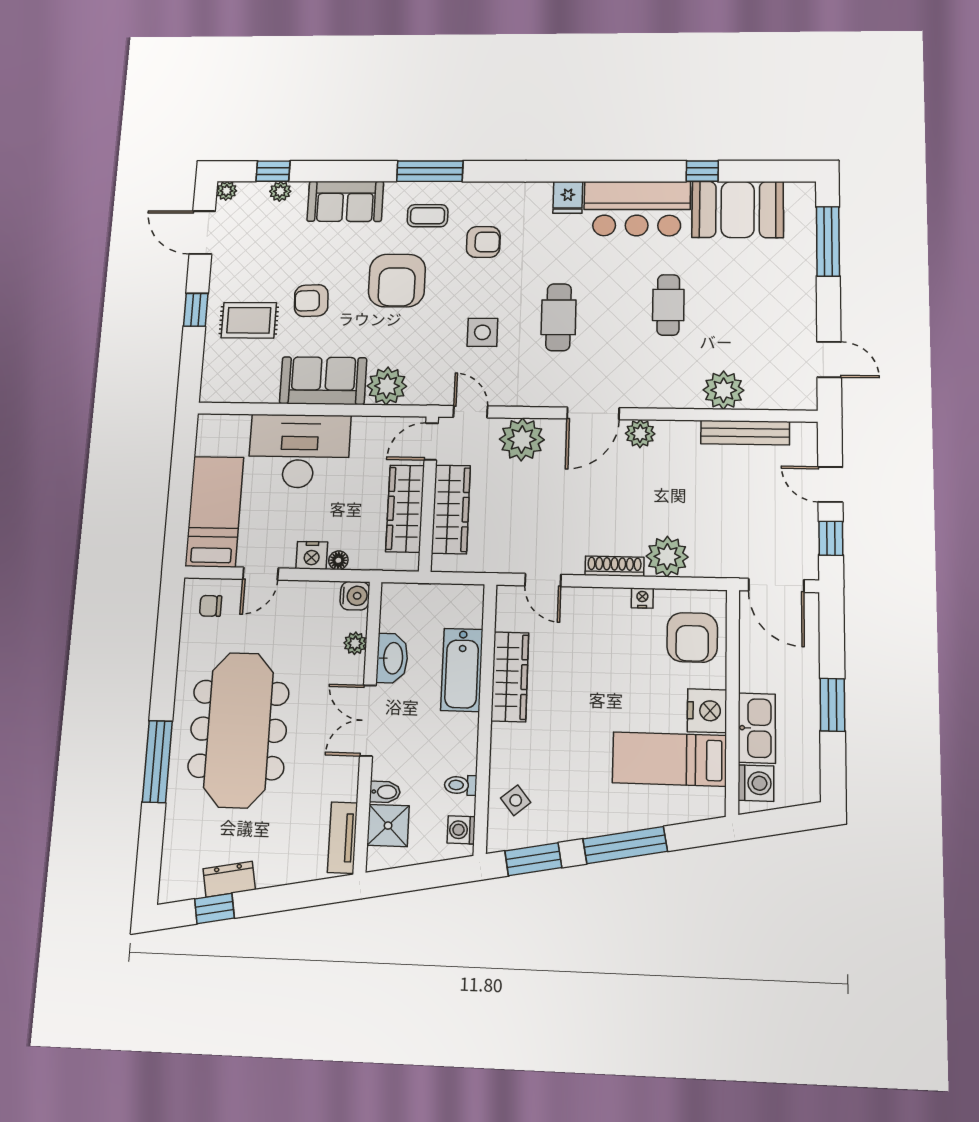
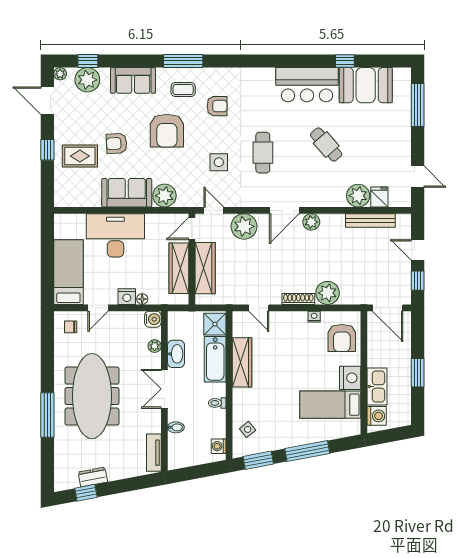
plant: (280, 191) -> (87, 80), width x1.87, depth x1.87
fridge: (568, 197) -> (379, 197), moved, turned 180
cafe table: (668, 305) -> (326, 145), turned -41
toilet: (461, 785) -> (217, 403), moved
shower: (388, 826) -> (215, 324), moved

